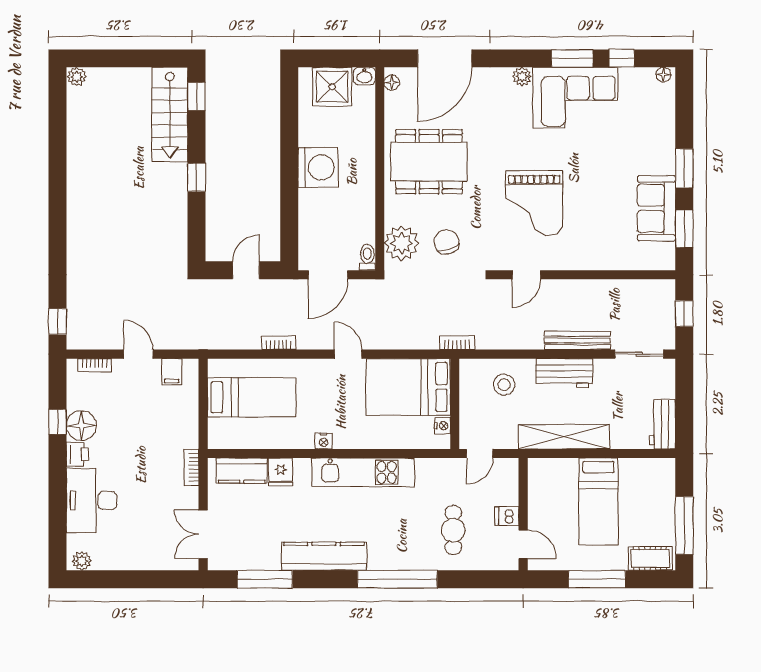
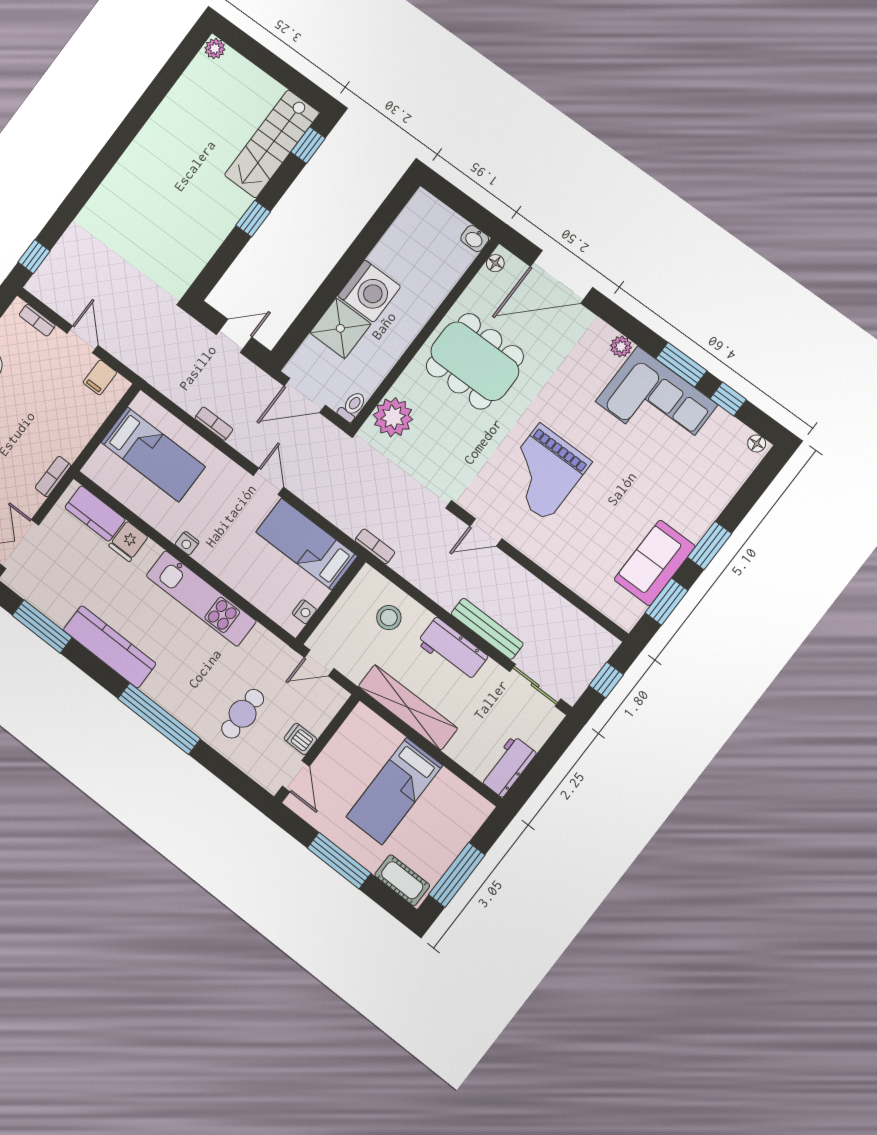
shower: (332, 87) -> (340, 328), moved
chair: (447, 242) -> (435, 447), removed
bed: (408, 387) -> (307, 544), width x0.67

